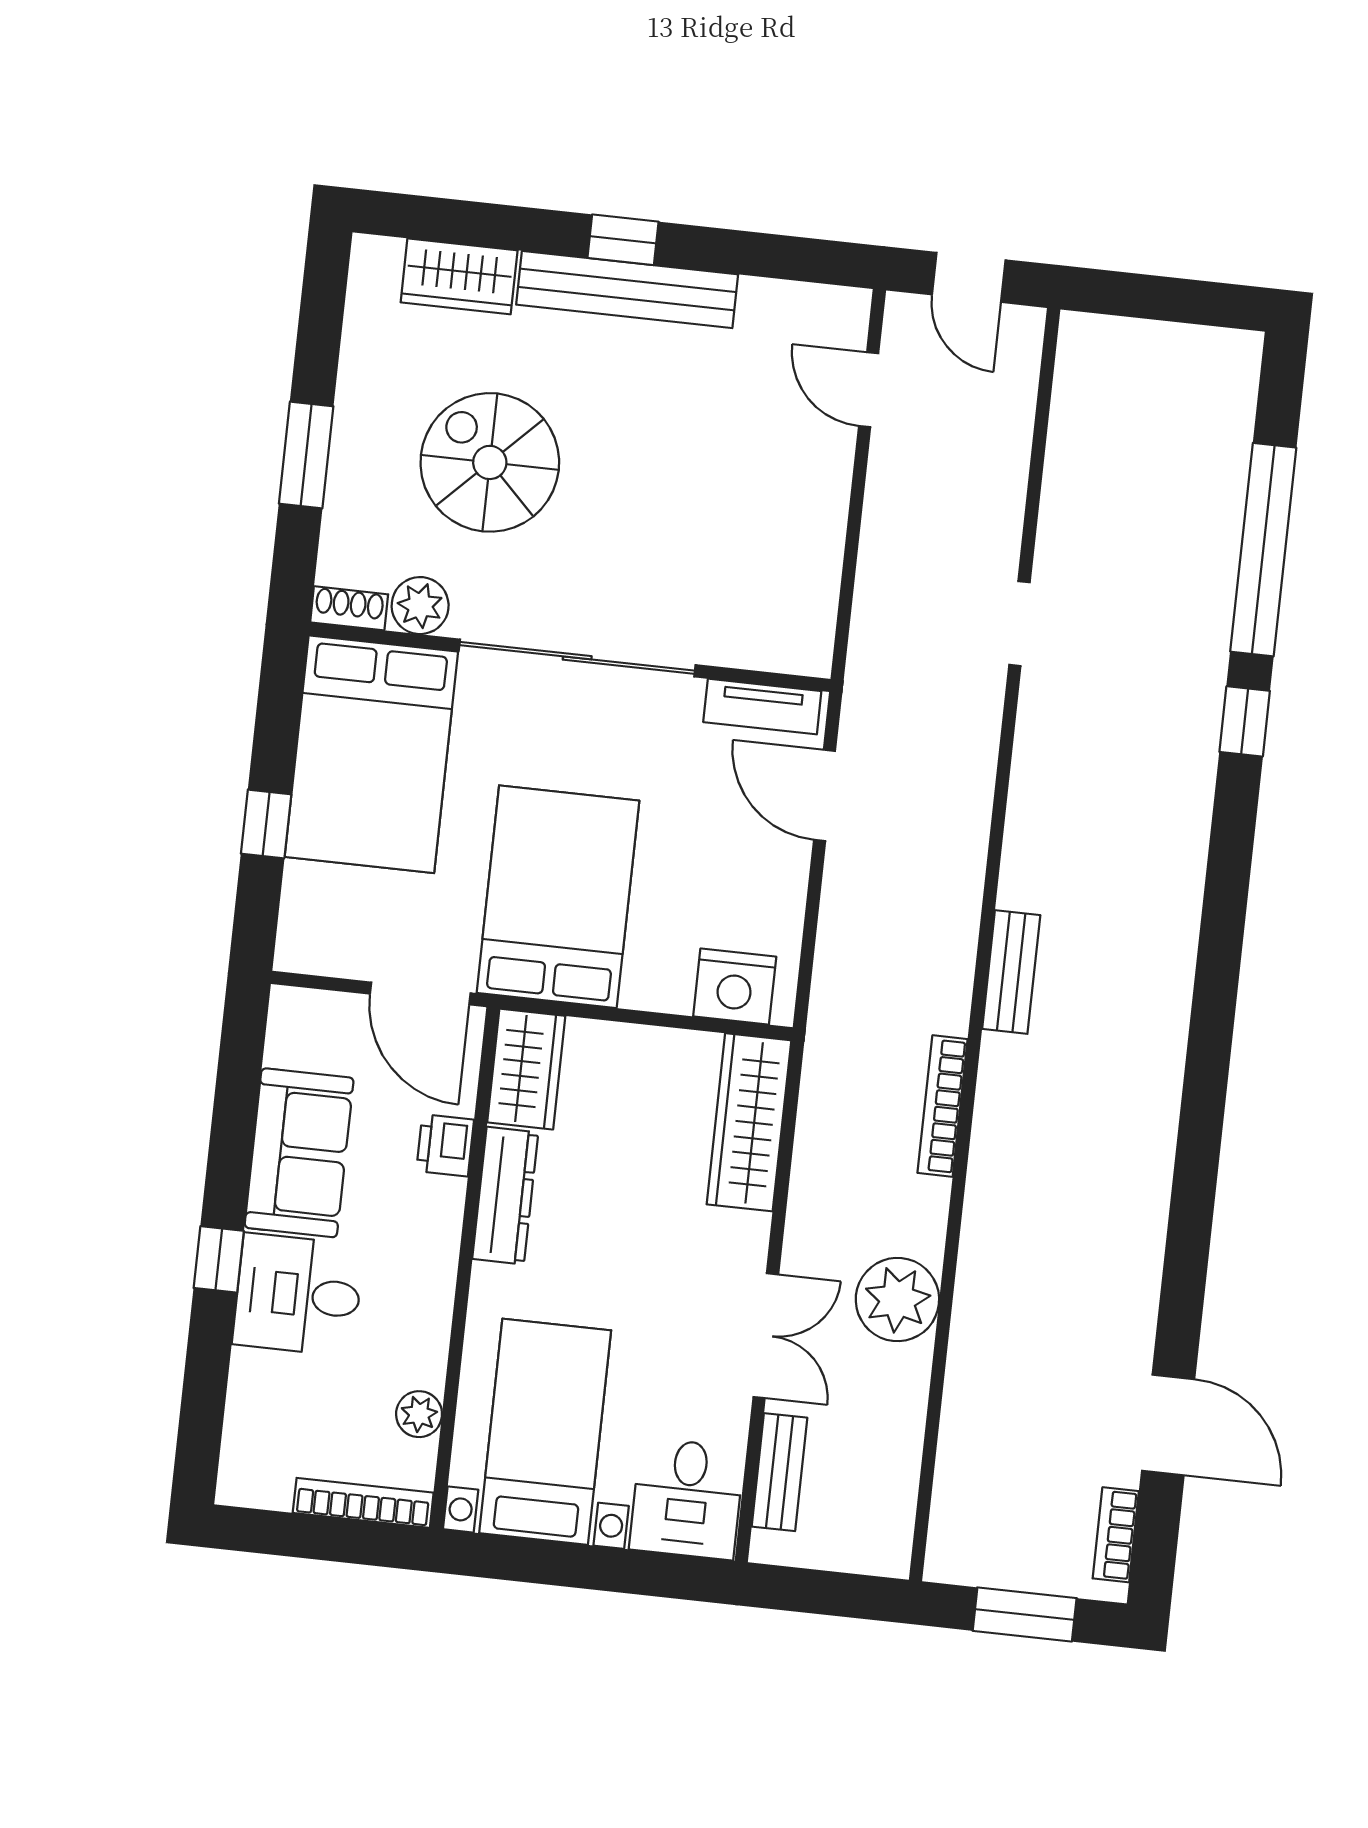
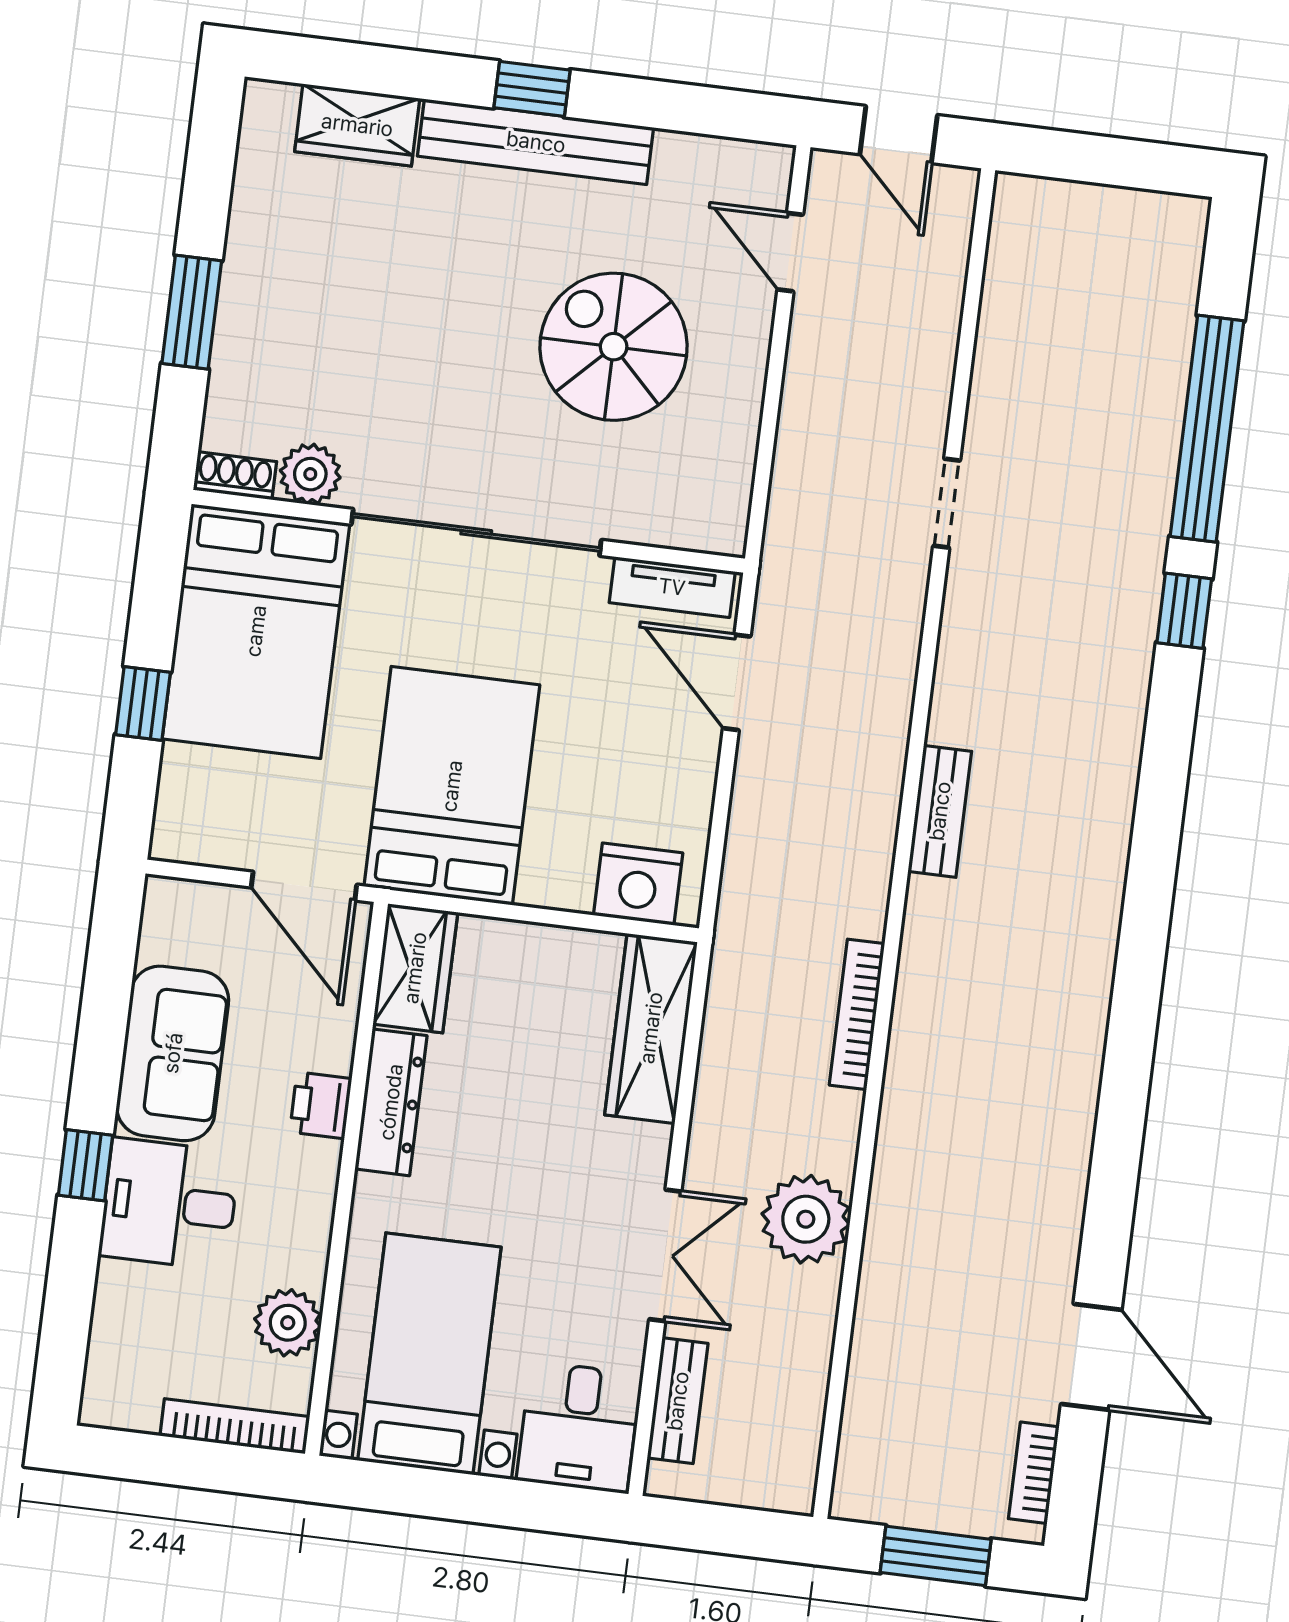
spiral stairs: (490, 462) -> (614, 347), moved
bench: (1011, 972) -> (940, 811), moved
printer: (445, 1145) -> (321, 1105), moved
plant: (419, 1414) -> (288, 1323), width x1.38, depth x1.38

